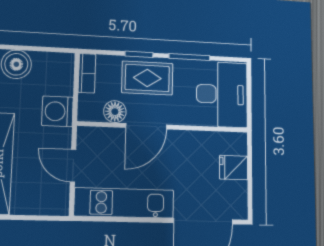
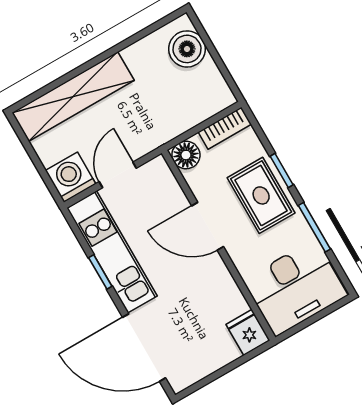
washing machine: (58, 111) -> (71, 177), moved
floor lamp: (115, 112) -> (186, 155), moved
fridge: (234, 168) -> (248, 332), moved
window: (133, 220) -> (100, 272), added

